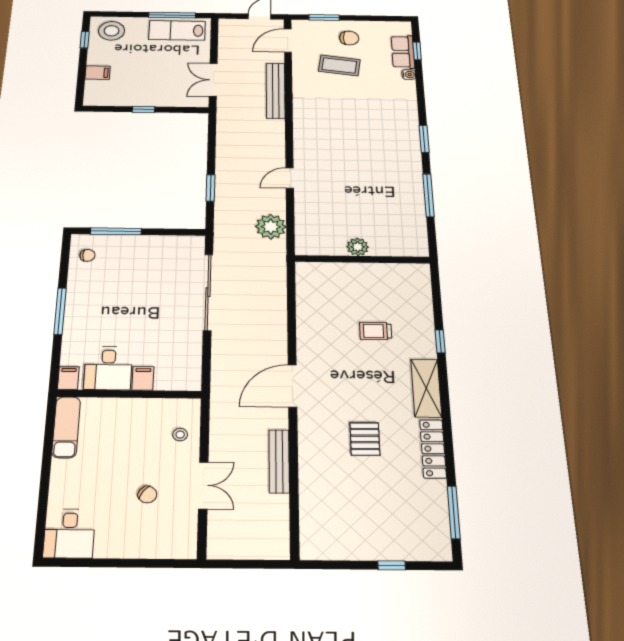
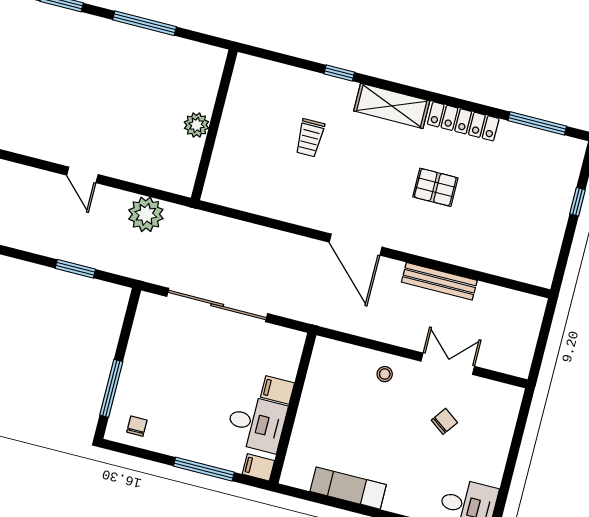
desk: (108, 368) -> (256, 424), moved
filing cabinet: (68, 378) -> (258, 467), moved
filing cabinet: (143, 378) -> (277, 390), moved
wall: (129, 394) -> (293, 408), moved

